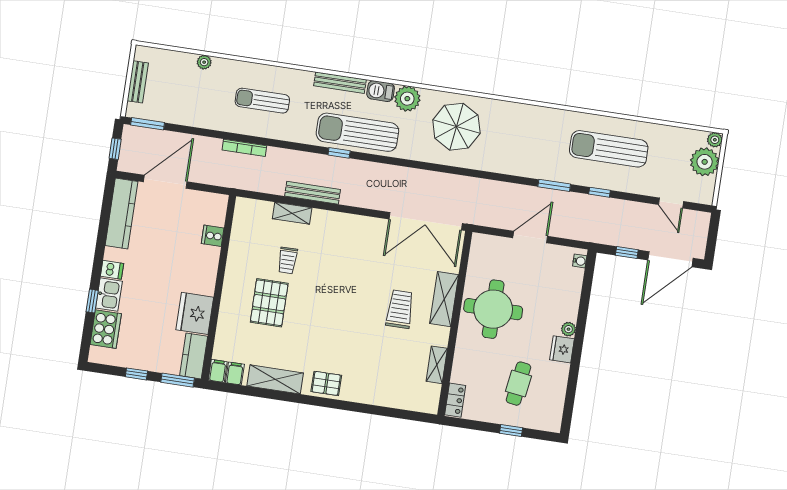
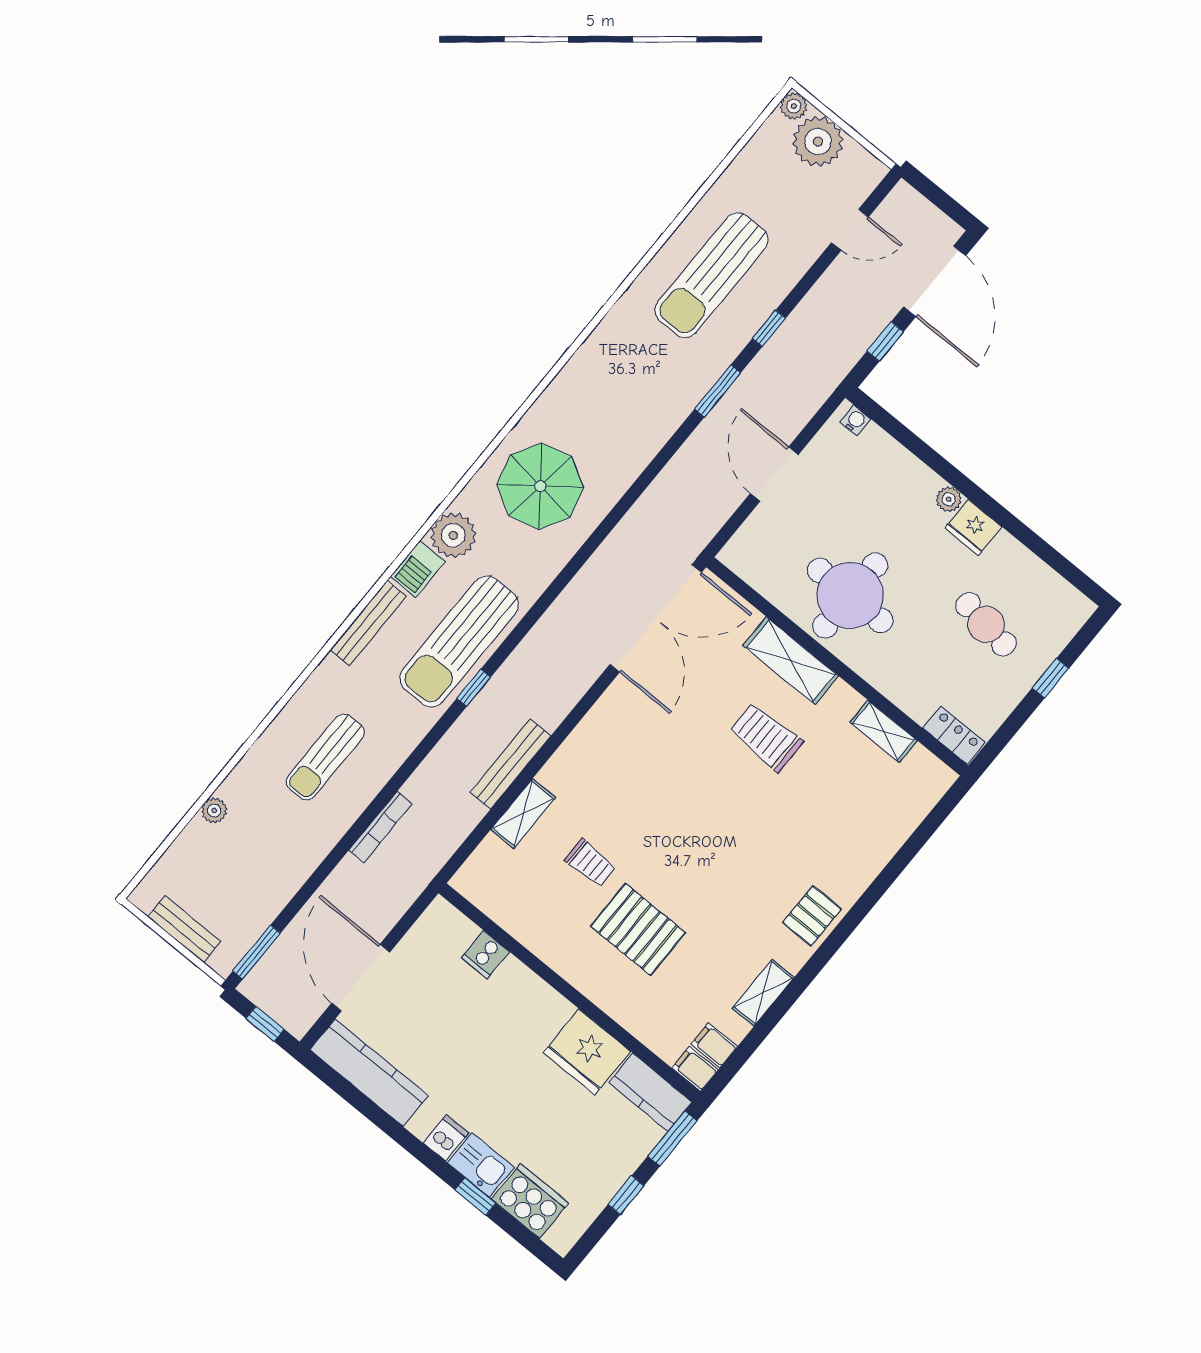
shelving: (275, 379) -> (763, 993), width x0.67, depth x0.75

